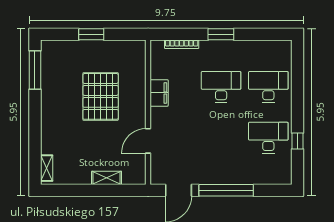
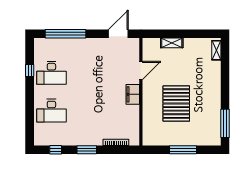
window: (91, 34) -> (183, 150), width x1.44
window: (263, 34) -> (56, 150), added
desk: (221, 87) -> (87, 111), removed
filing cabinet: (159, 93) -> (133, 94), moved
window: (226, 190) -> (65, 34), moved

